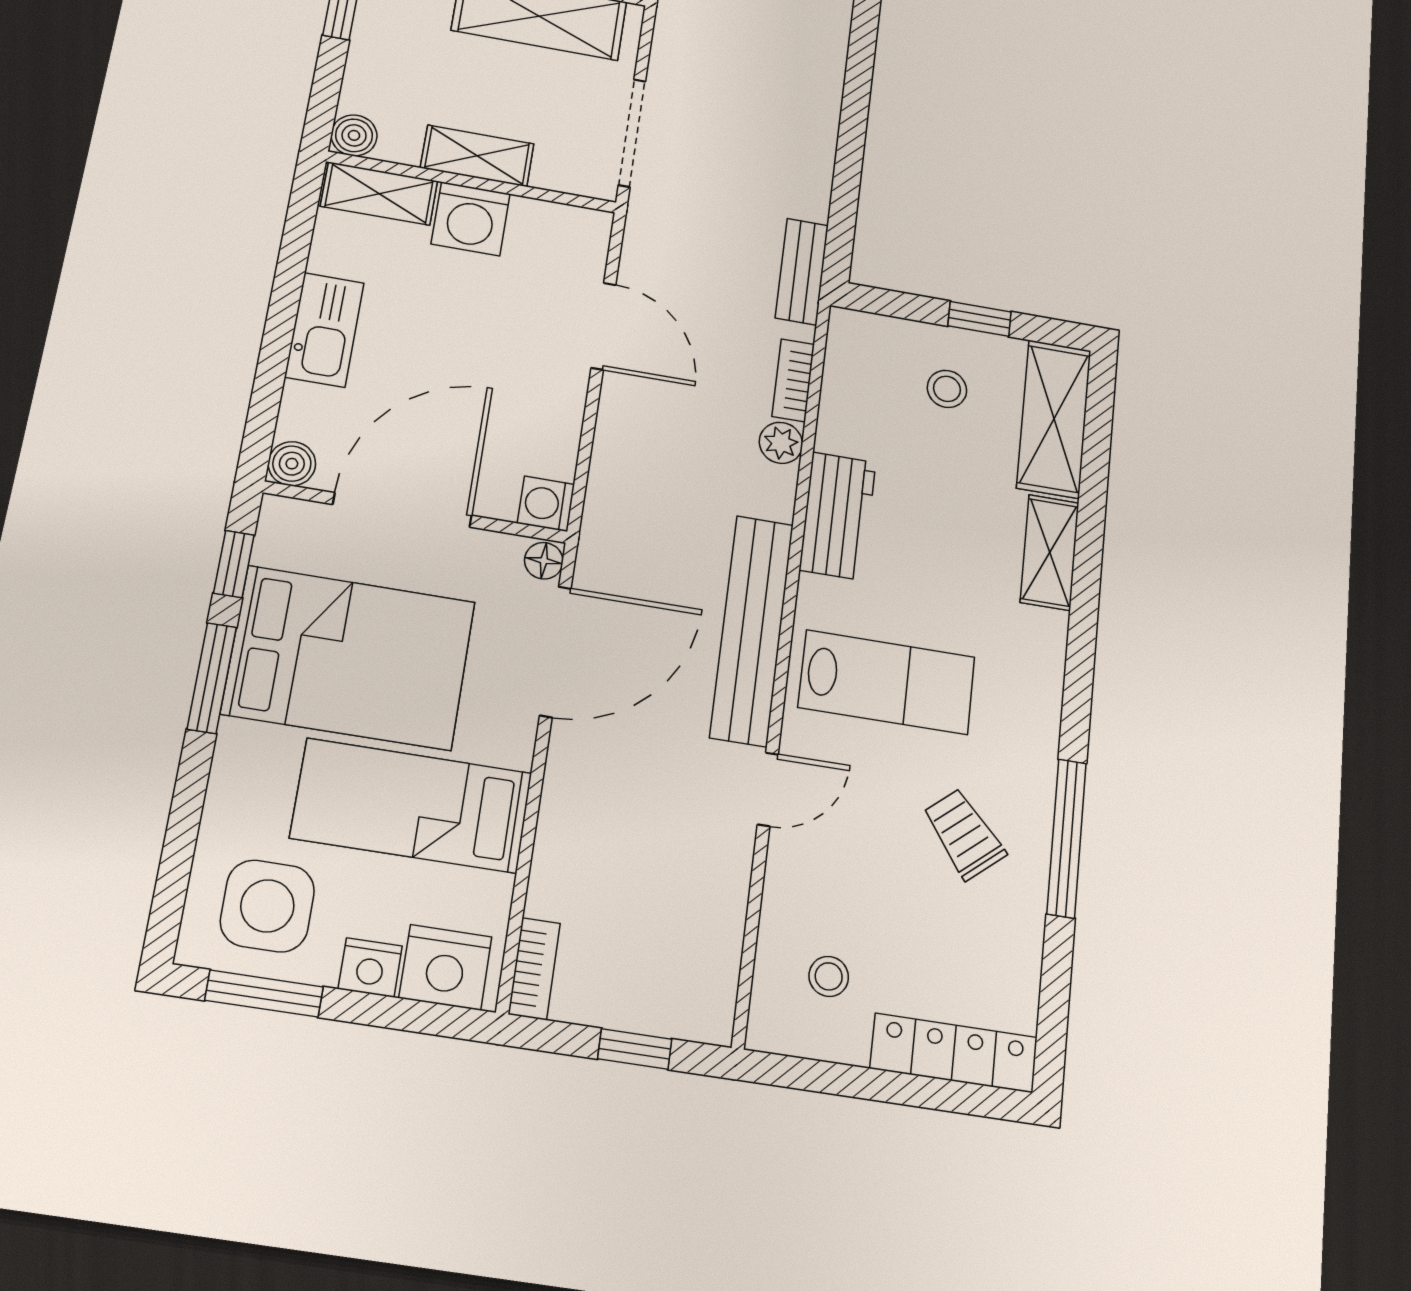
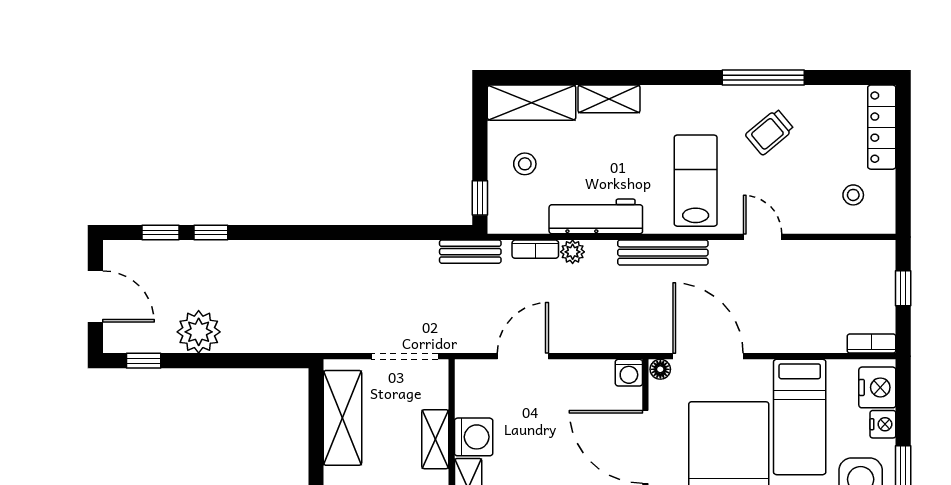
window: (979, 319) -> (480, 198), moved
workbench: (838, 516) -> (596, 216), width x1.38
bench: (752, 630) -> (663, 253), width x0.73, depth x0.82

